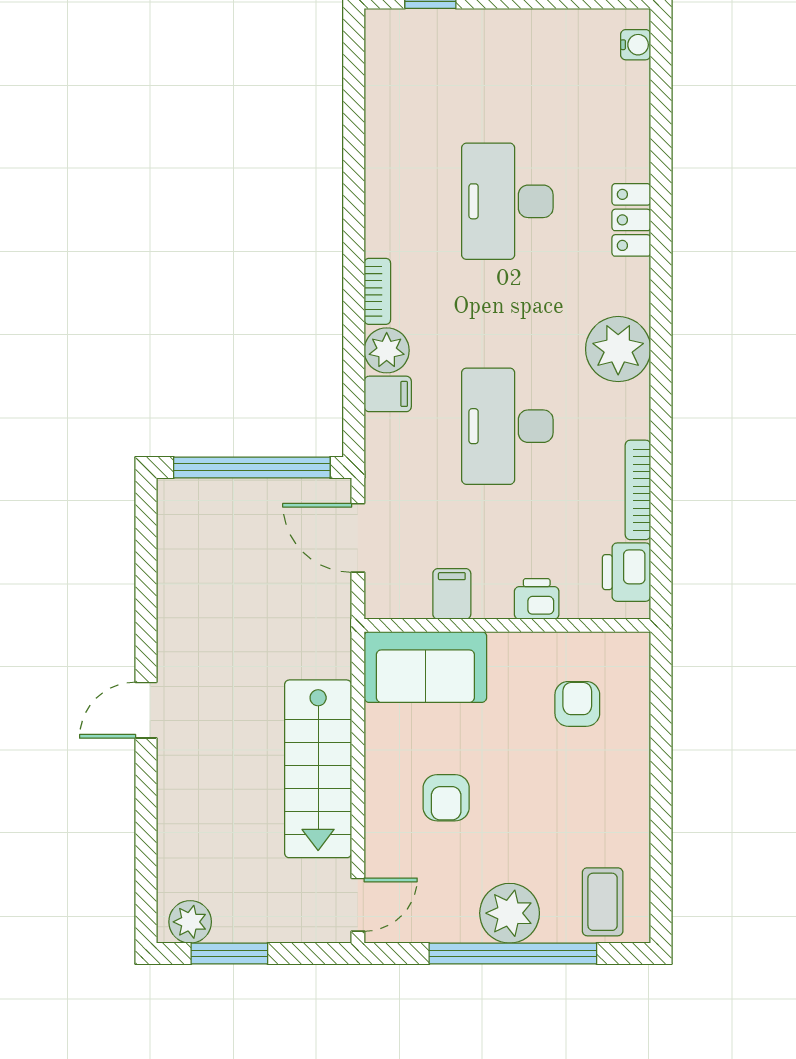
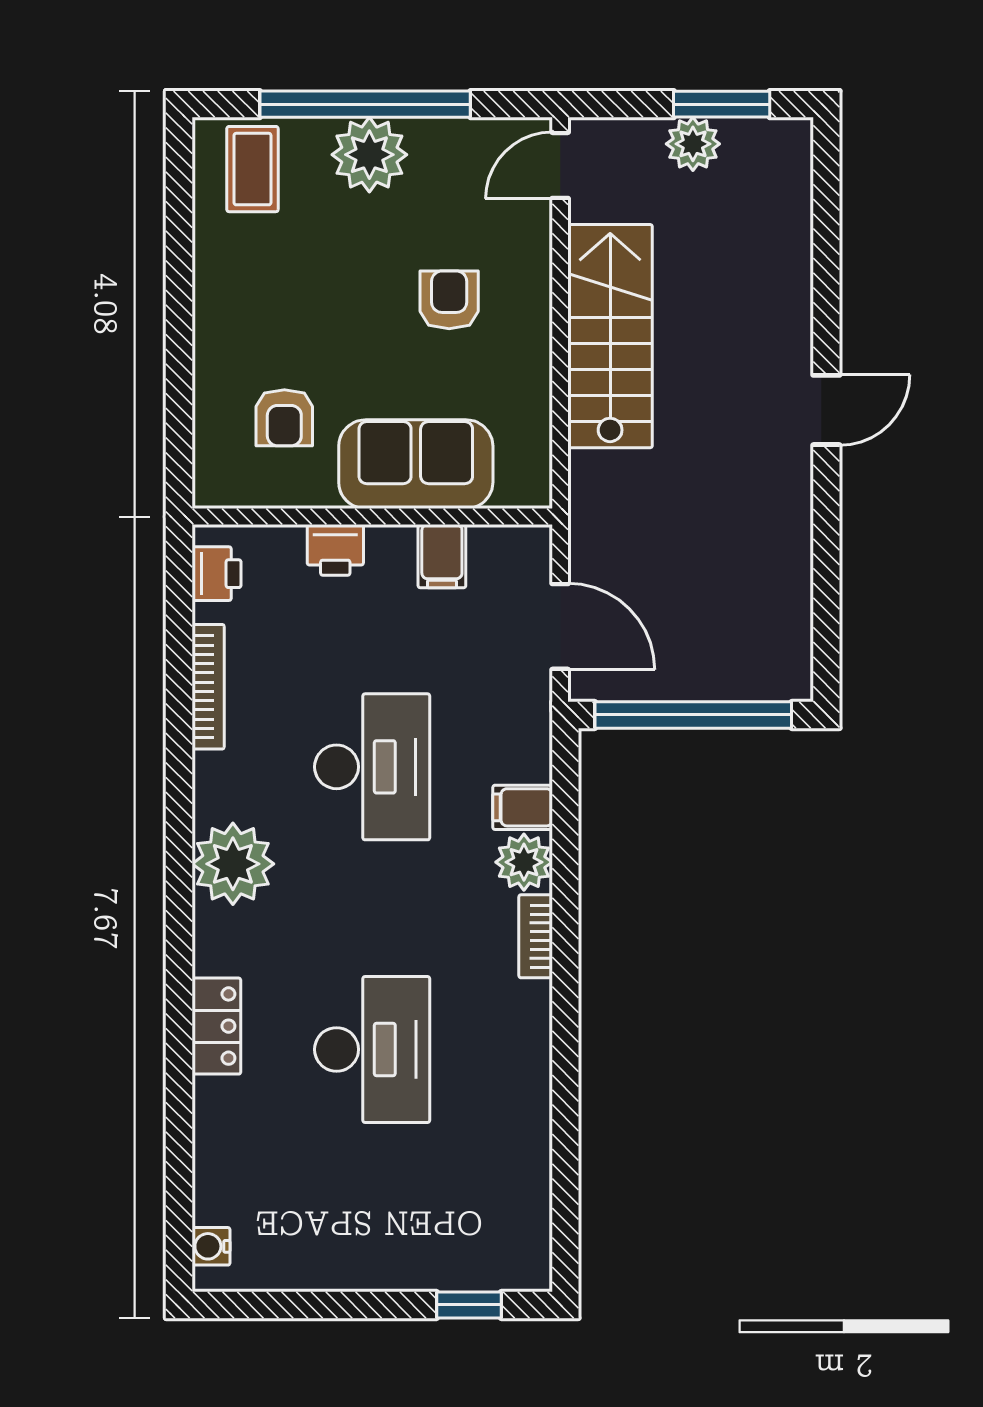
printer: (627, 572) -> (216, 574), width x0.73, depth x0.81
sofa: (425, 667) -> (416, 464), moved
plant: (190, 922) -> (693, 144), moved

